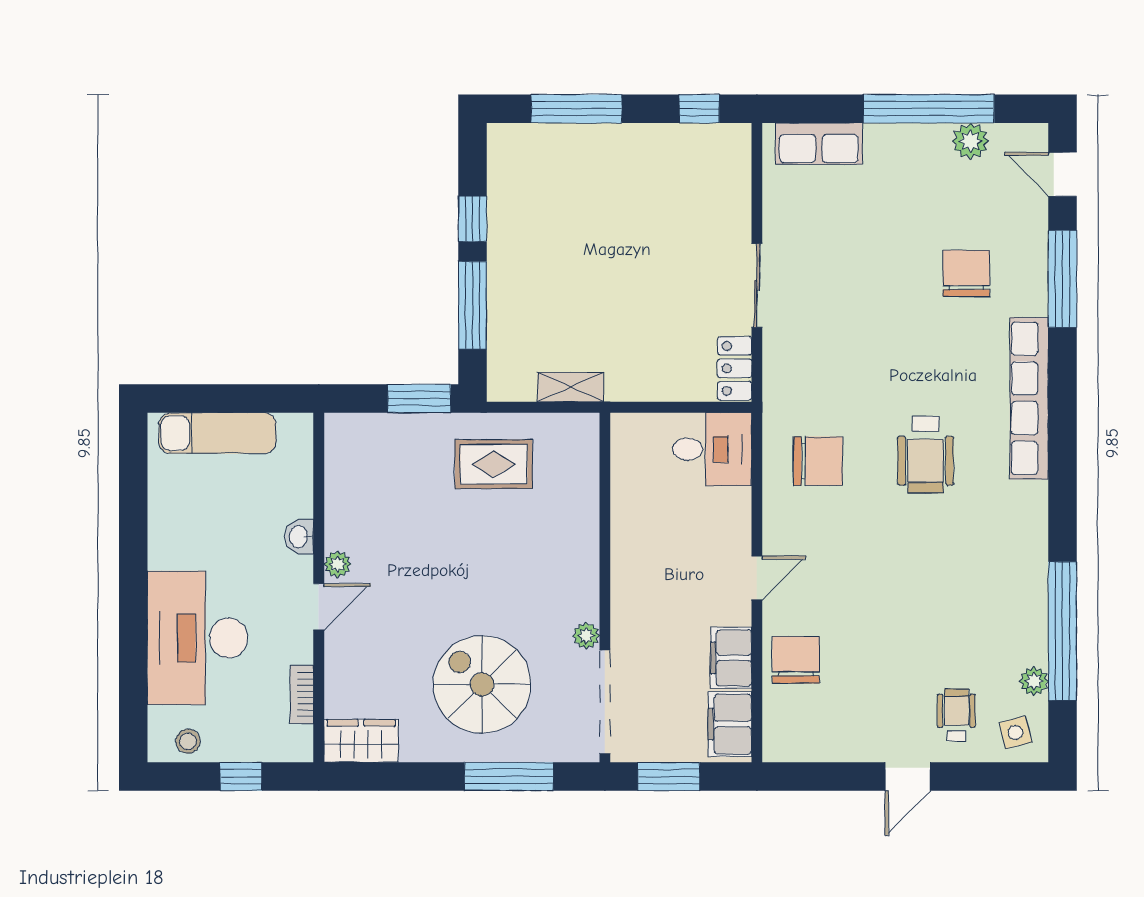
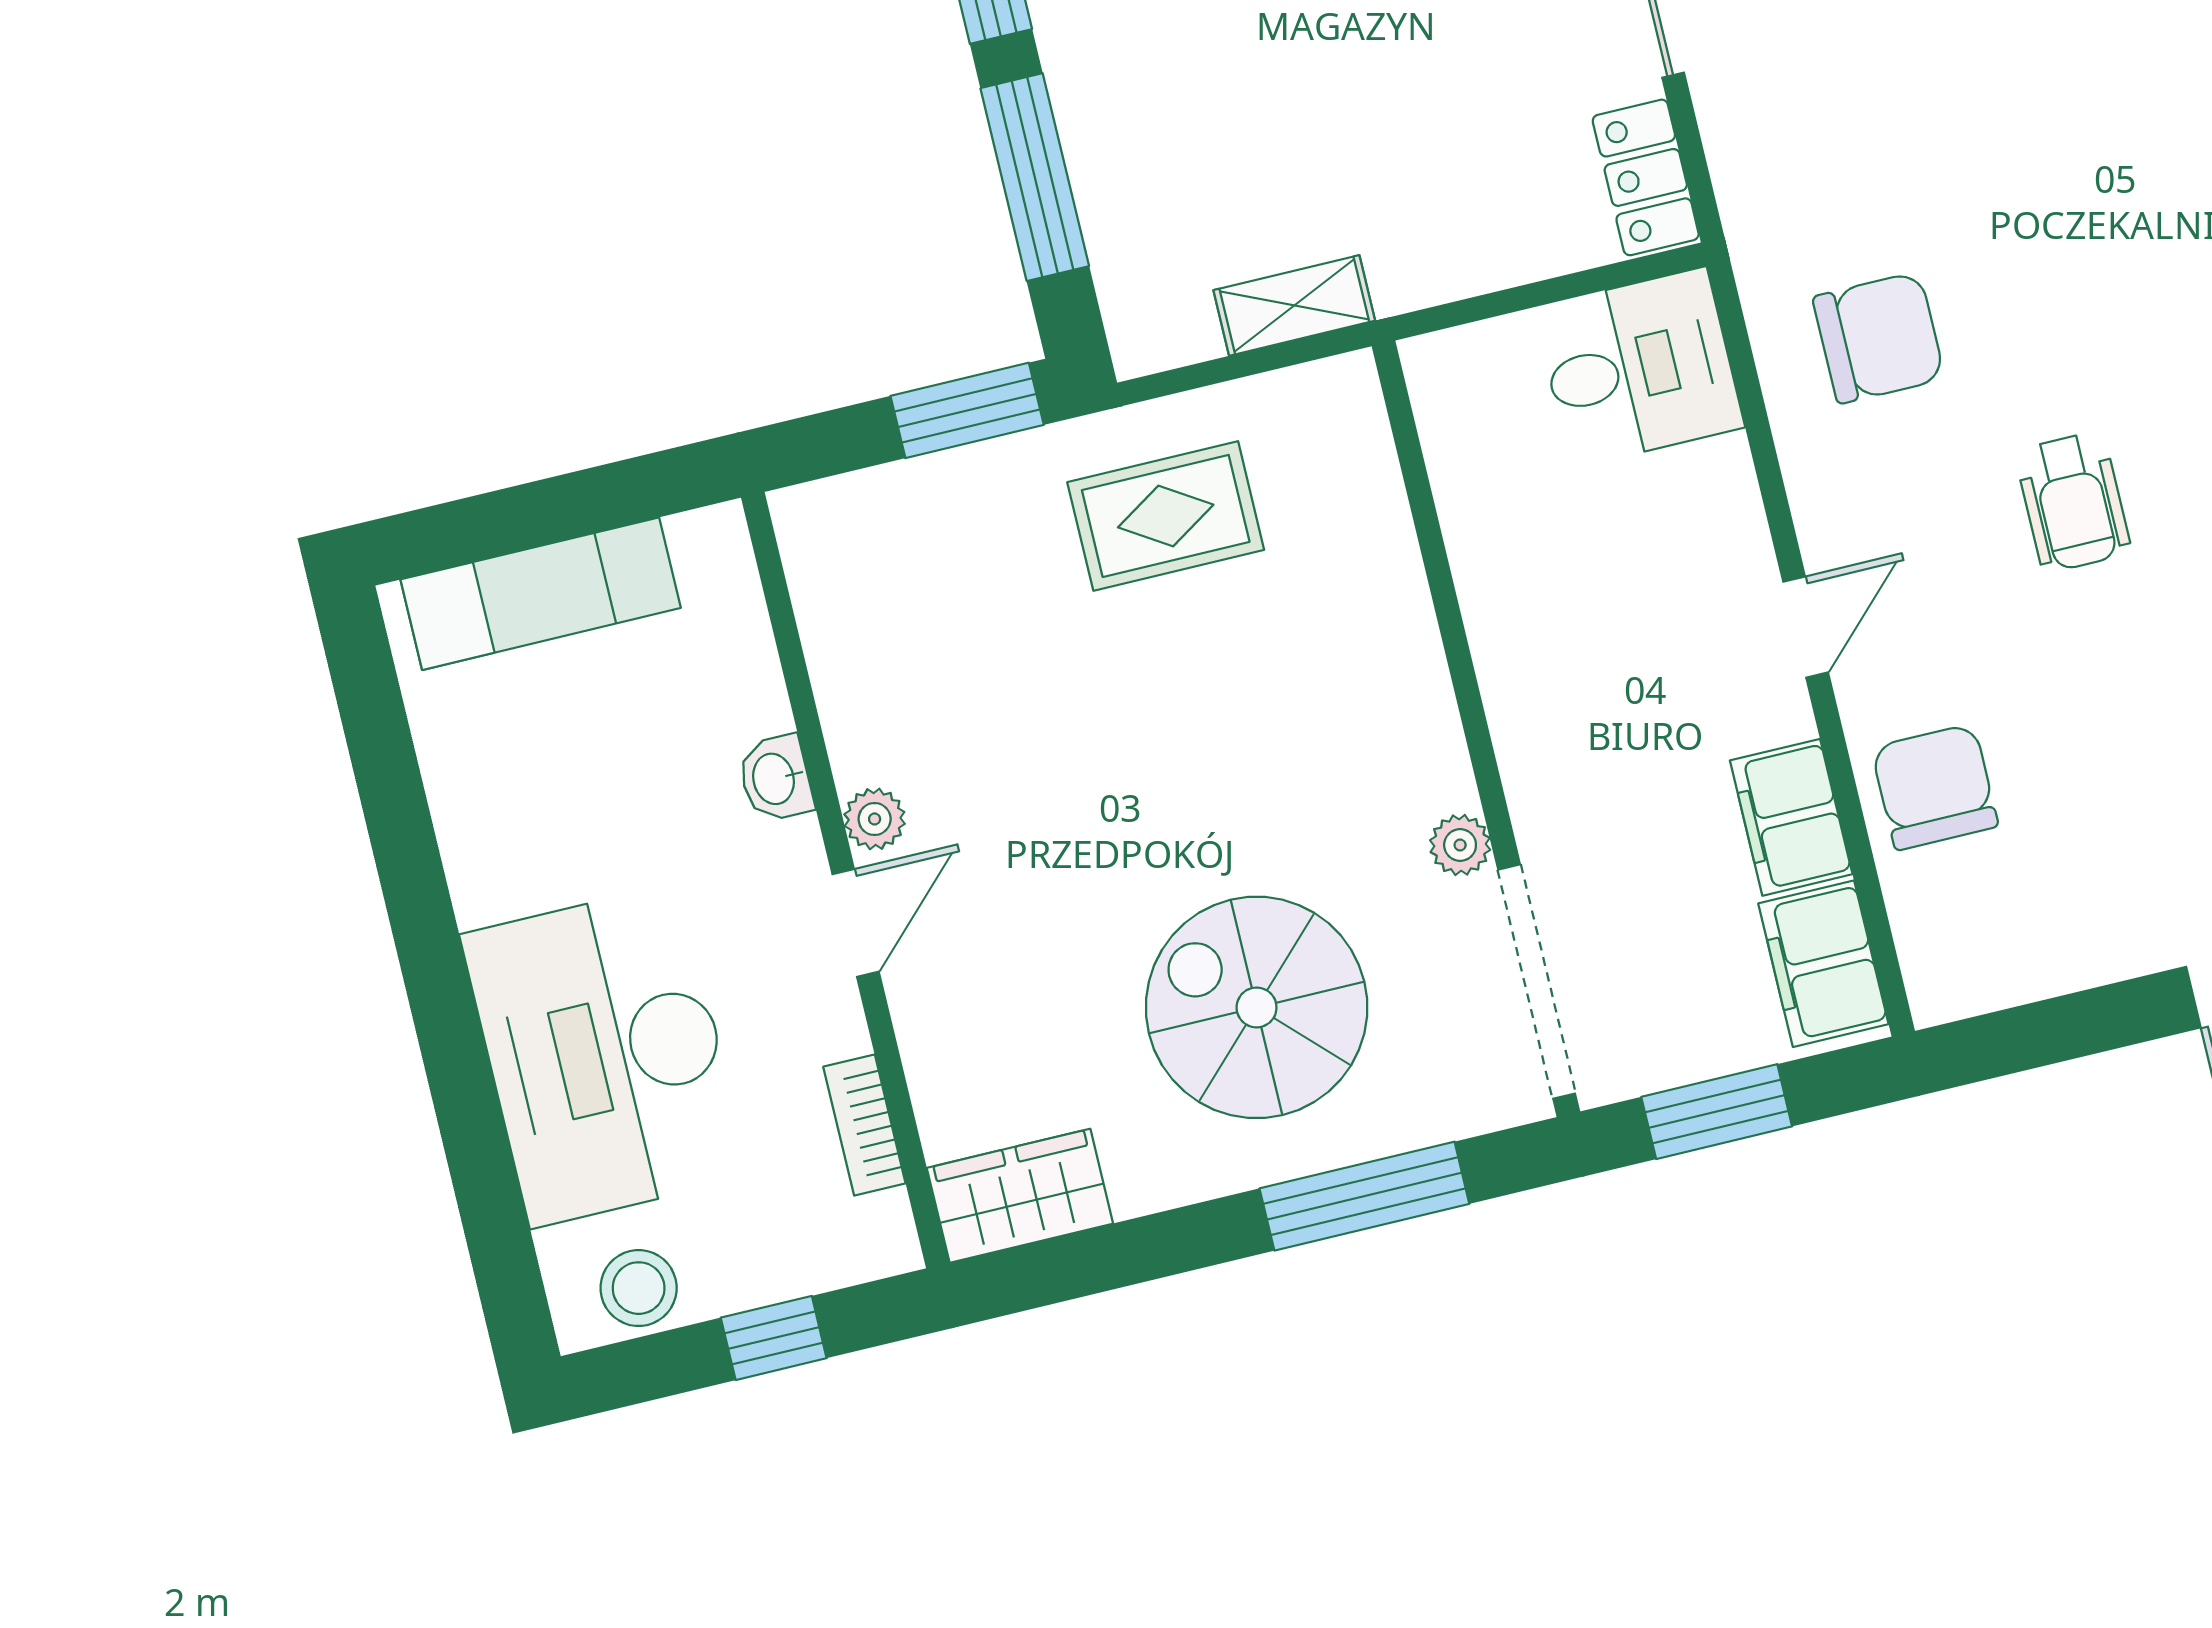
wheelchair: (926, 455) -> (2073, 502), moved, width x0.73, depth x0.73
stool: (188, 741) -> (639, 1288), width x1.37, depth x1.37

